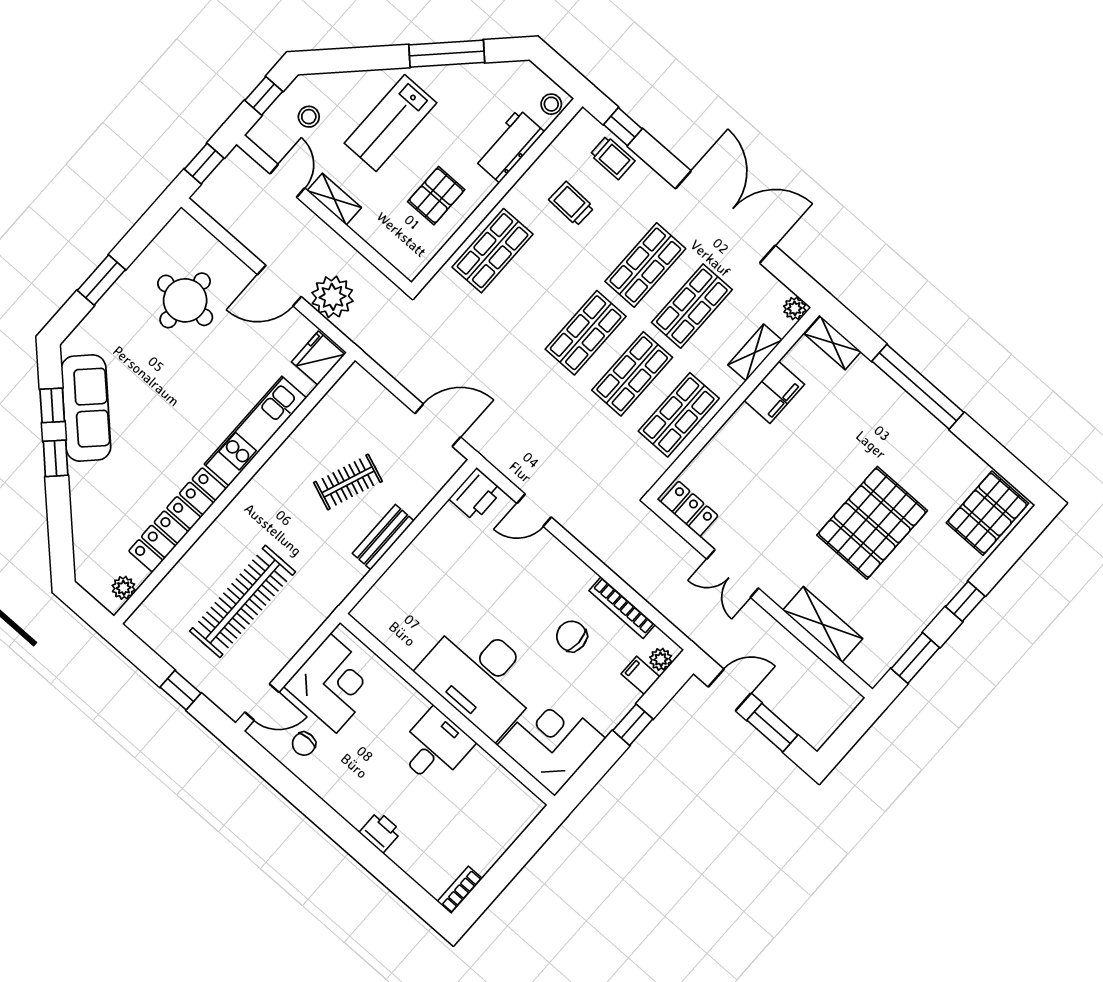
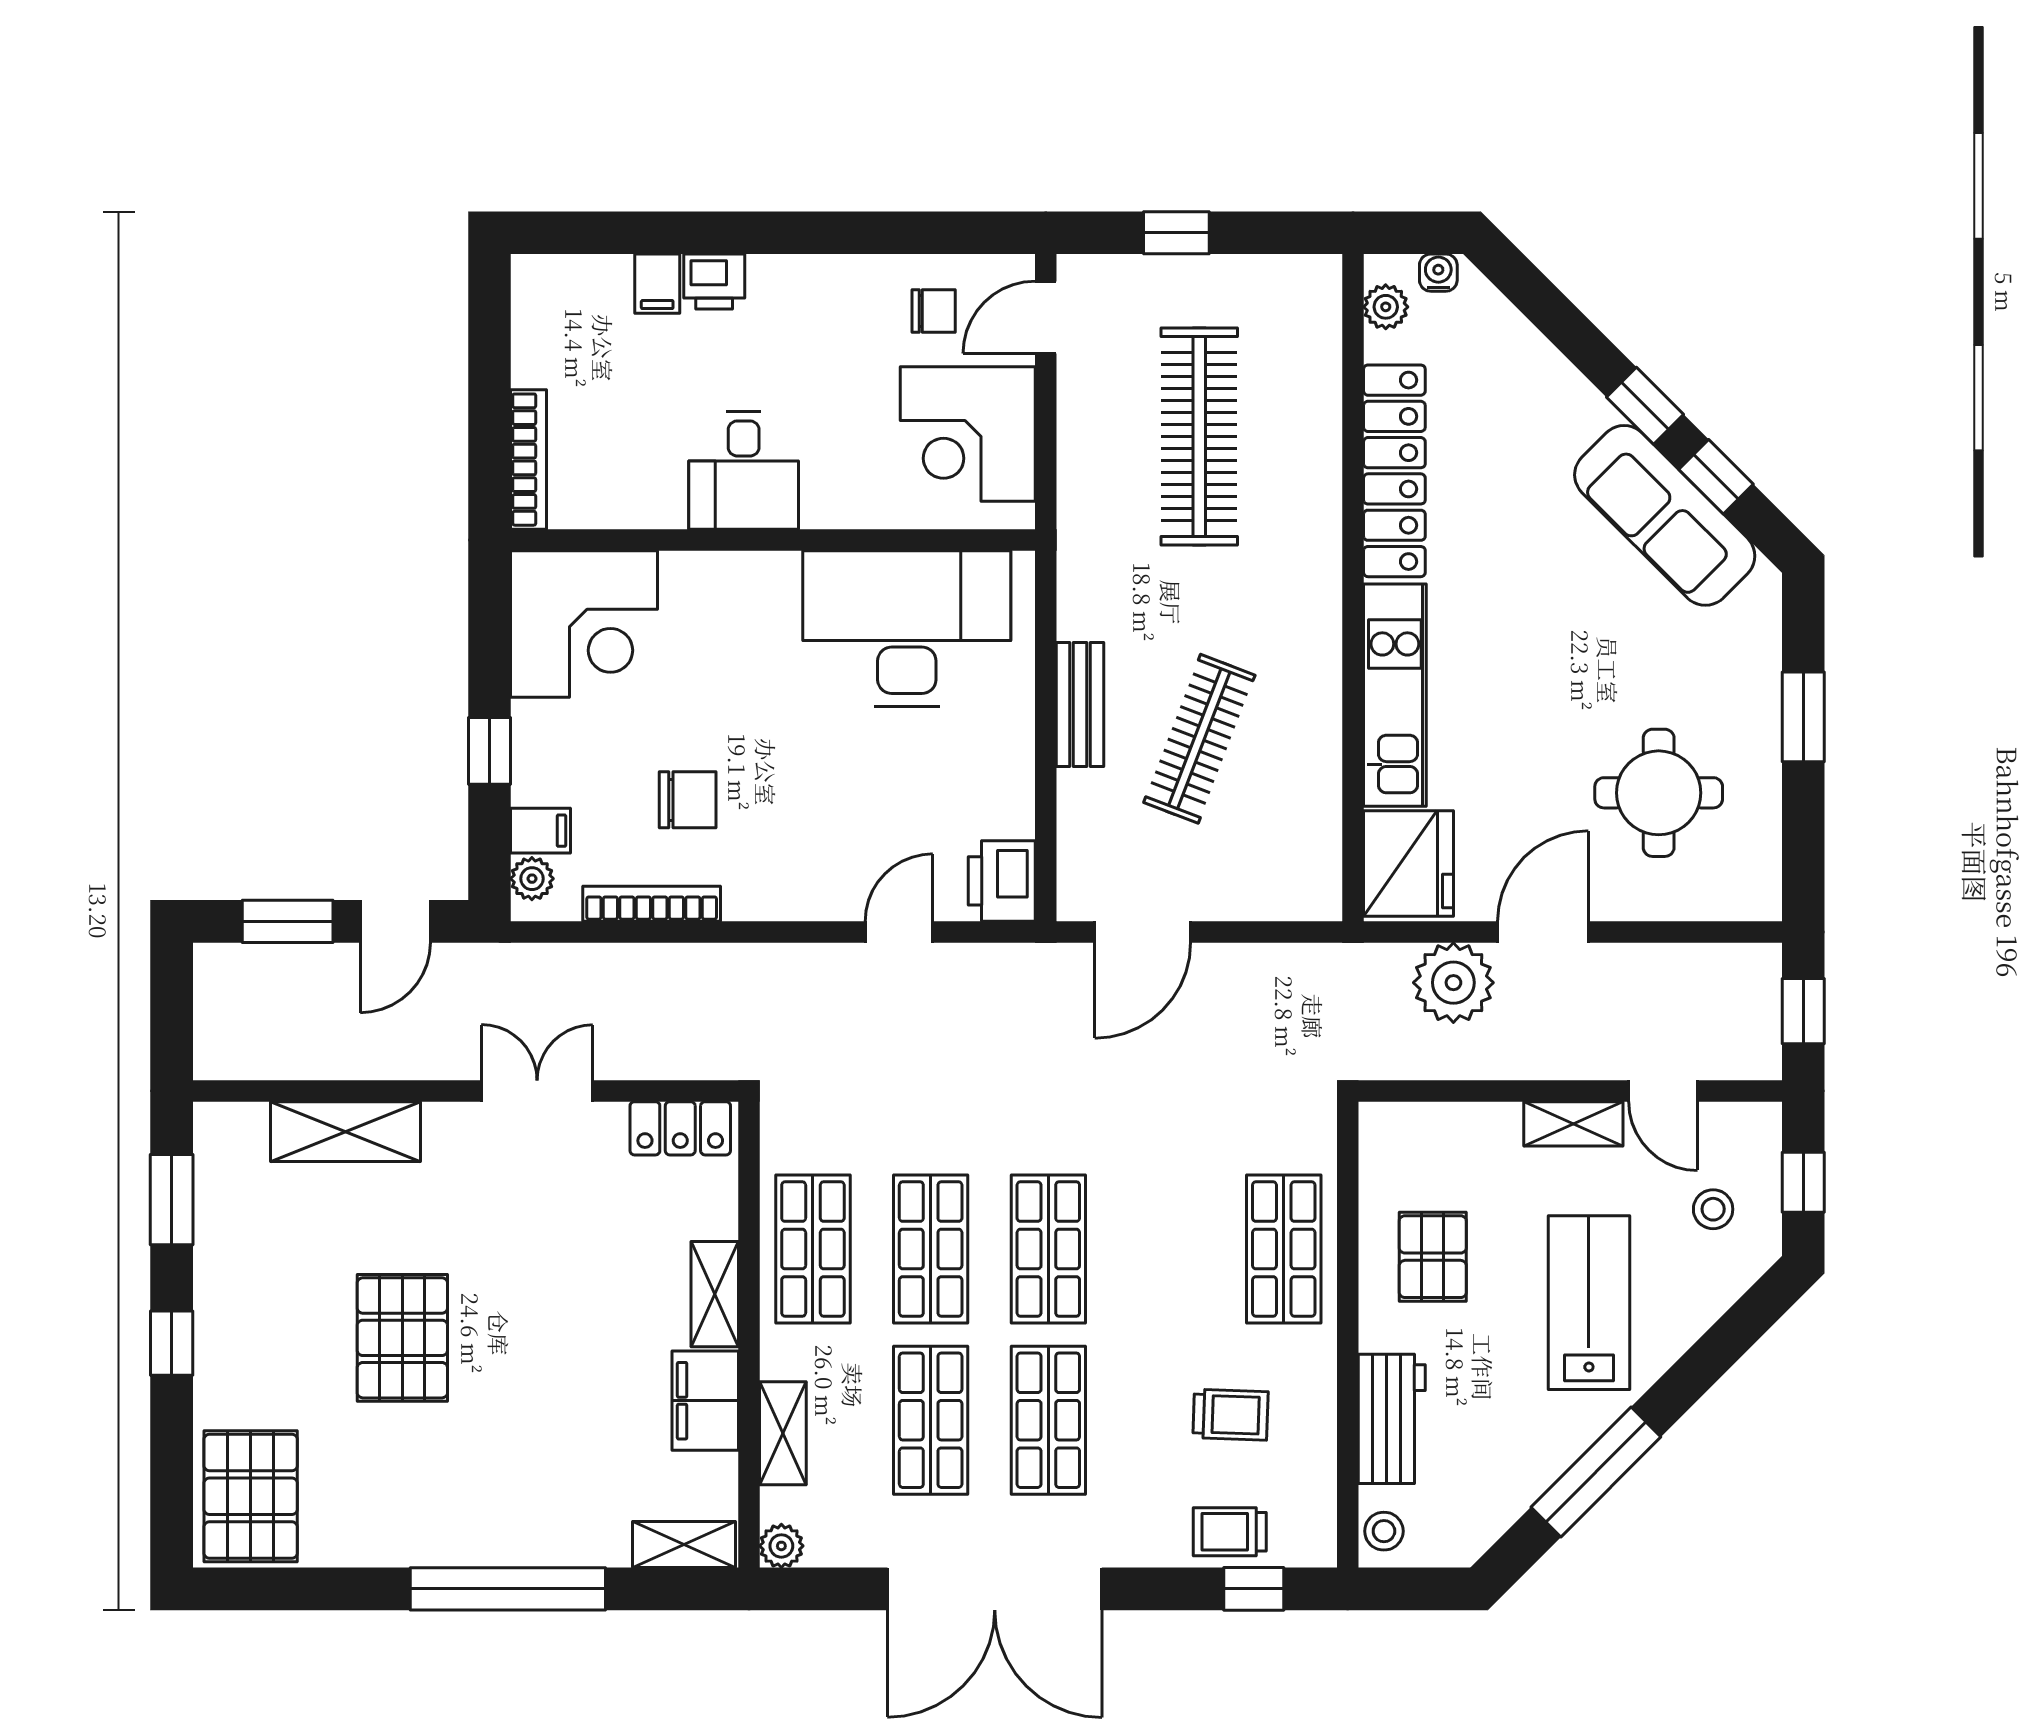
fridge: (318, 358) -> (1408, 863), width x1.36, depth x1.34
shelving: (733, 431) -> (715, 1294), added
clothes rail: (348, 482) -> (1199, 739), width x1.36
pallet: (872, 523) -> (402, 1338), width x0.73, depth x0.71
water cooler: (91, 583) -> (1438, 273), added
desk: (481, 677) -> (907, 628), moved
chair: (304, 744) -> (934, 311), turned 90
filing cabinet: (404, 851) -> (657, 284), added
bookcase: (460, 890) -> (529, 460), moved, width x1.56

